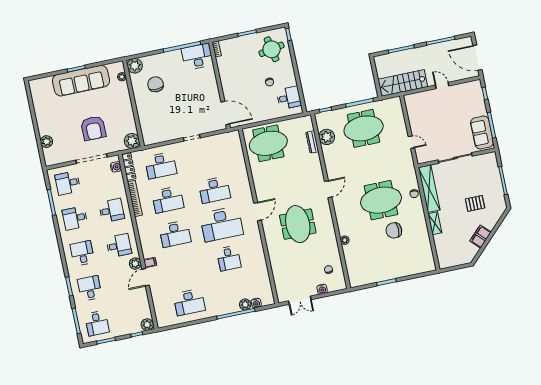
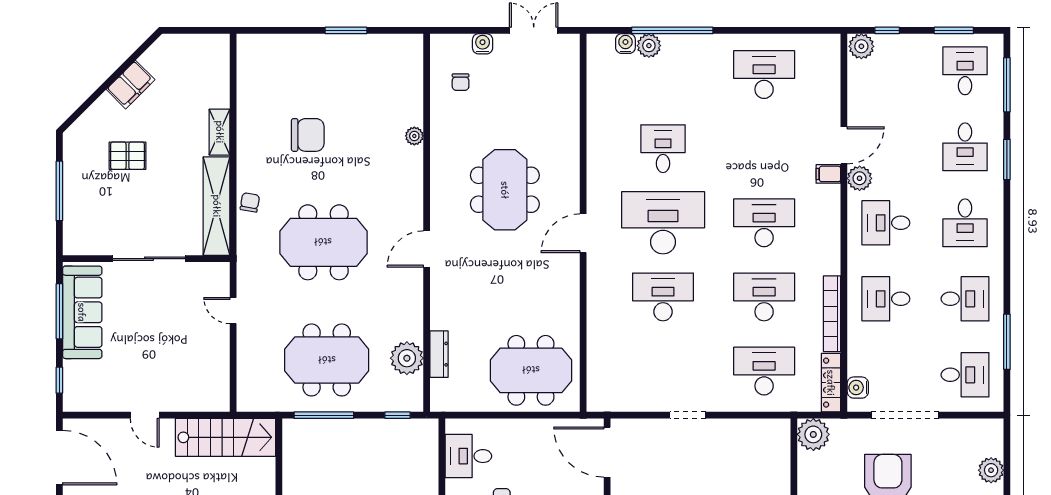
sofa: (482, 133) -> (82, 312), width x1.36
meeting table: (381, 200) -> (323, 242), moved

